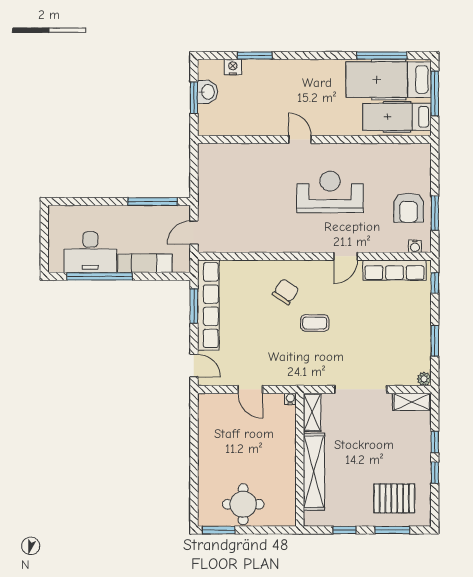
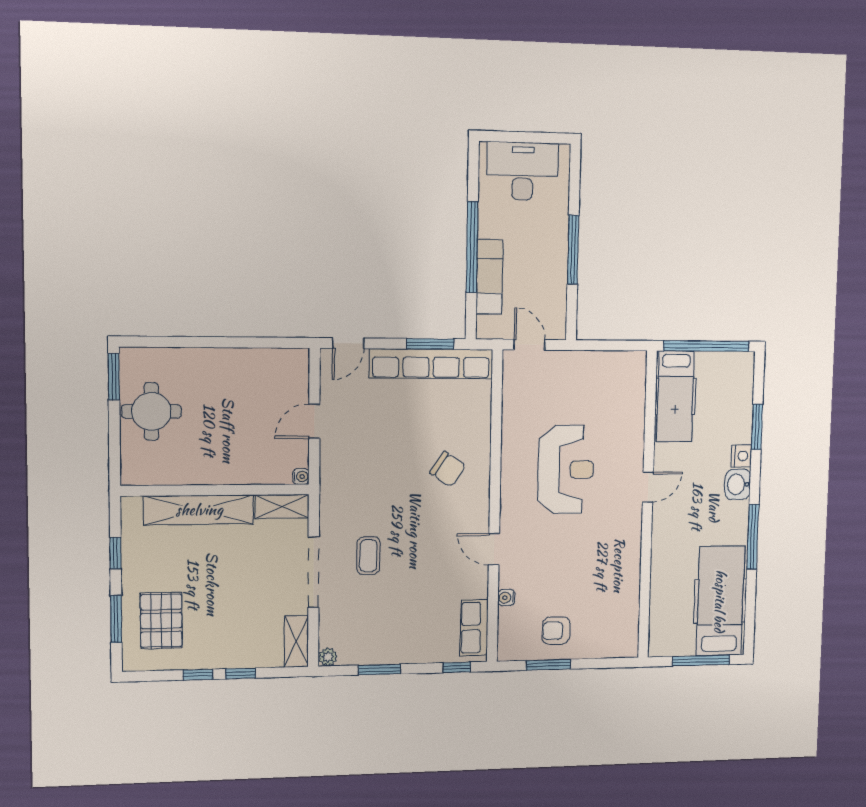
window: (382, 56) -> (753, 537), moved
nightstand: (233, 67) -> (741, 456), moved
washbasin: (207, 92) -> (738, 484), moved, turned 90
window: (194, 98) -> (706, 346), width x2.11
hospital bed: (397, 117) -> (675, 396), moved, turned 180
reception desk: (330, 192) -> (566, 470), moved
window: (153, 202) -> (573, 250), moved
armchair: (409, 208) -> (556, 631), width x0.72, depth x0.72
water cooler: (415, 246) -> (506, 598), moved
desk: (90, 252) -> (523, 171), moved, turned 90
row of seats: (395, 270) -> (474, 627), width x0.68
window: (100, 276) -> (472, 247), moved
coffee table: (315, 323) -> (368, 556), moved

